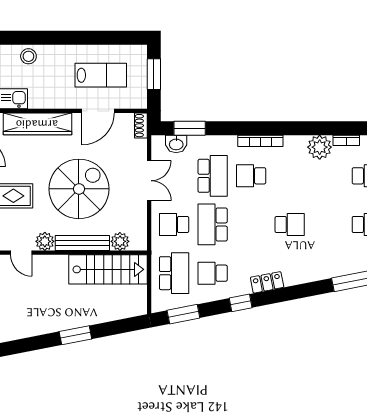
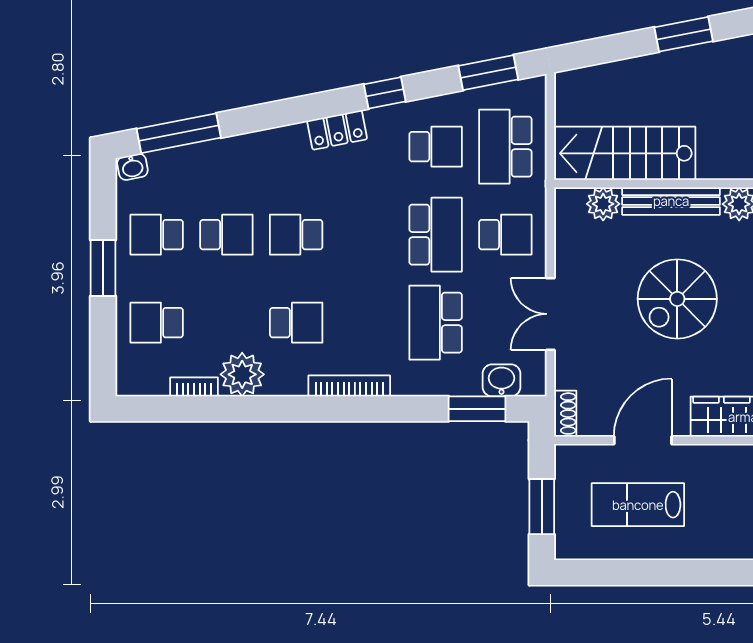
school desk: (251, 176) -> (296, 323), moved
spiral stairs: (79, 189) -> (677, 299), width x0.73, depth x0.73
school desk: (328, 224) -> (226, 235), added

